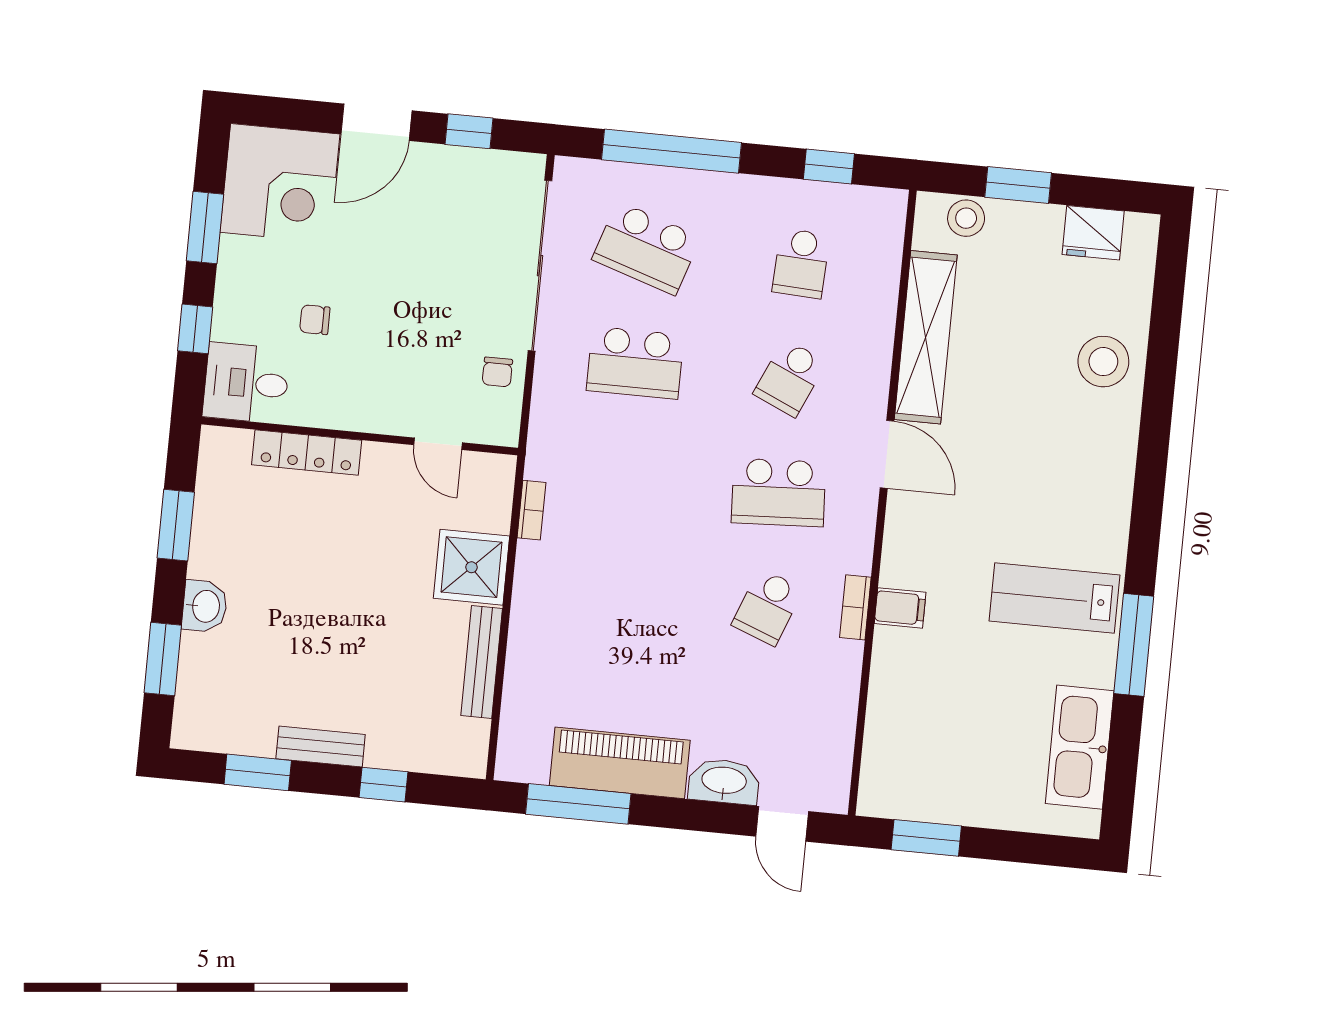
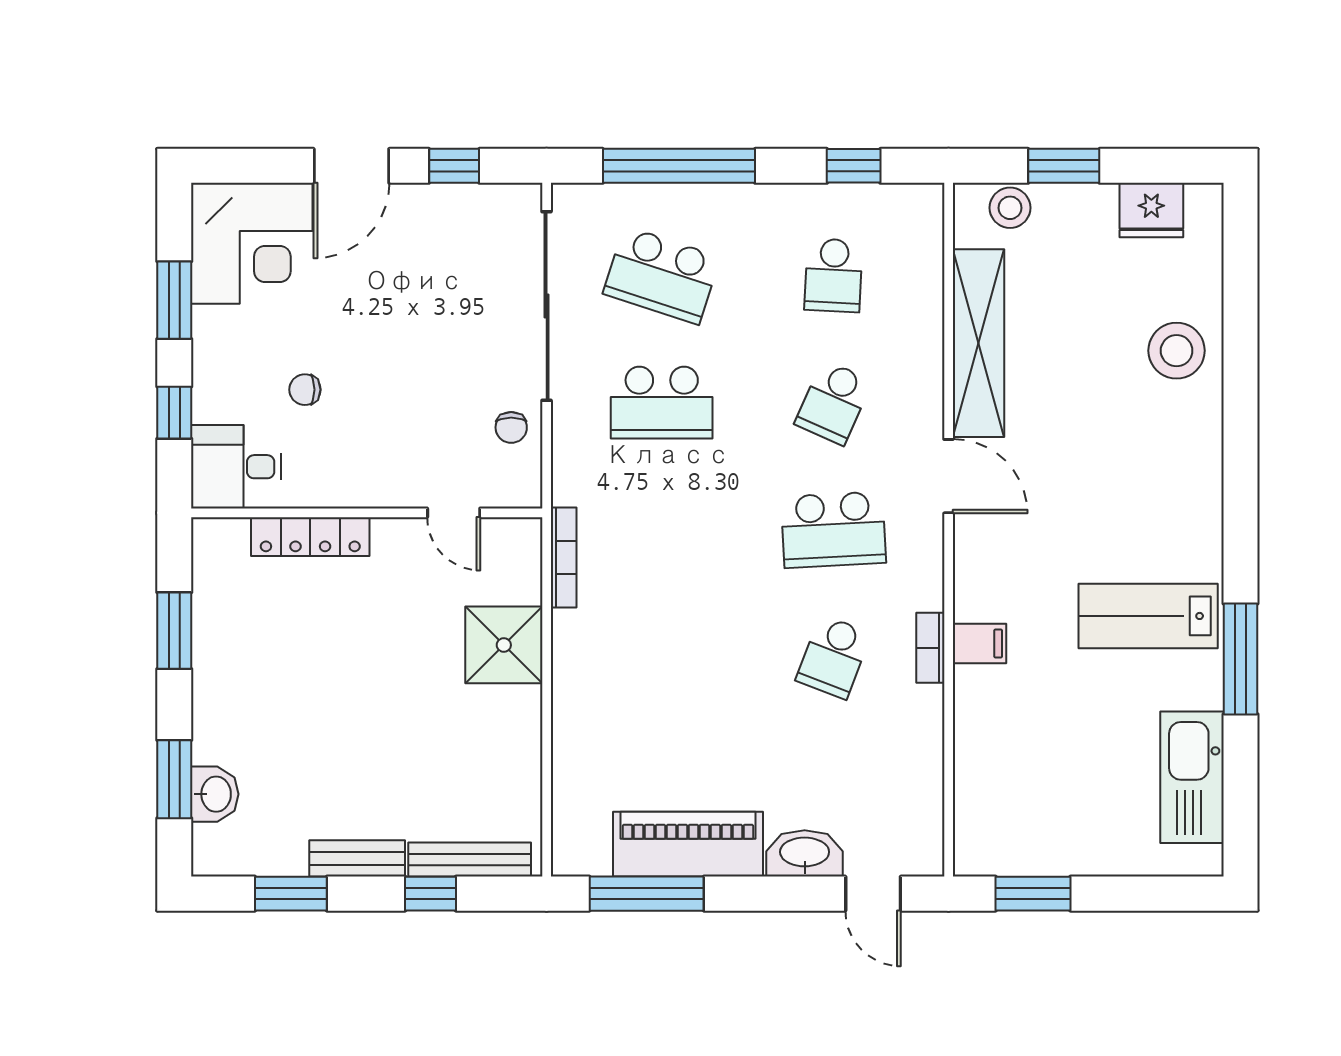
bookcase: (531, 510) -> (564, 558), width x1.56
washbasin: (205, 606) -> (215, 794), moved
bench: (482, 662) -> (470, 860), moved, turned 90

